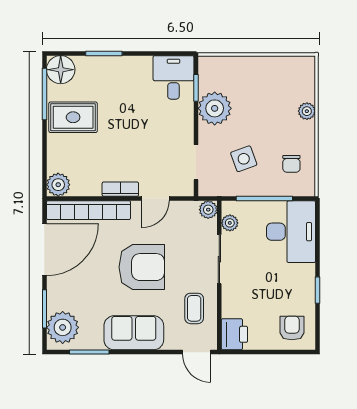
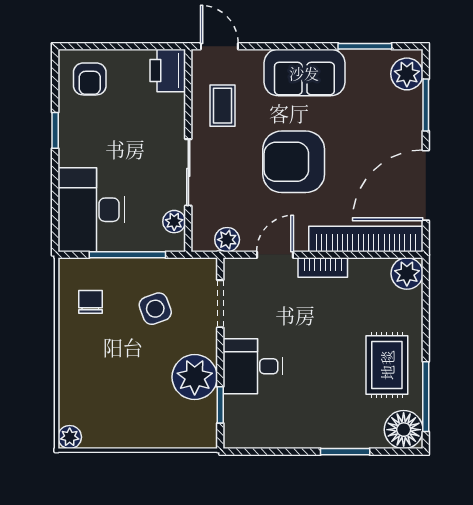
desk: (173, 77) -> (253, 366), moved, turned 90
plant: (307, 111) -> (70, 437), moved
rug: (73, 117) -> (387, 365), turned 90
plant: (208, 210) -> (227, 240), moved
plant: (63, 327) -> (407, 74), width x0.73, depth x0.73

